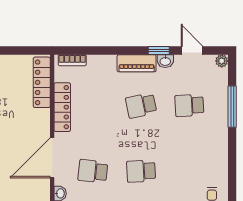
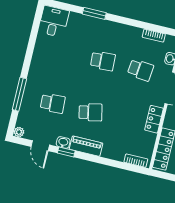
locker: (62, 107) -> (154, 119), width x0.66

